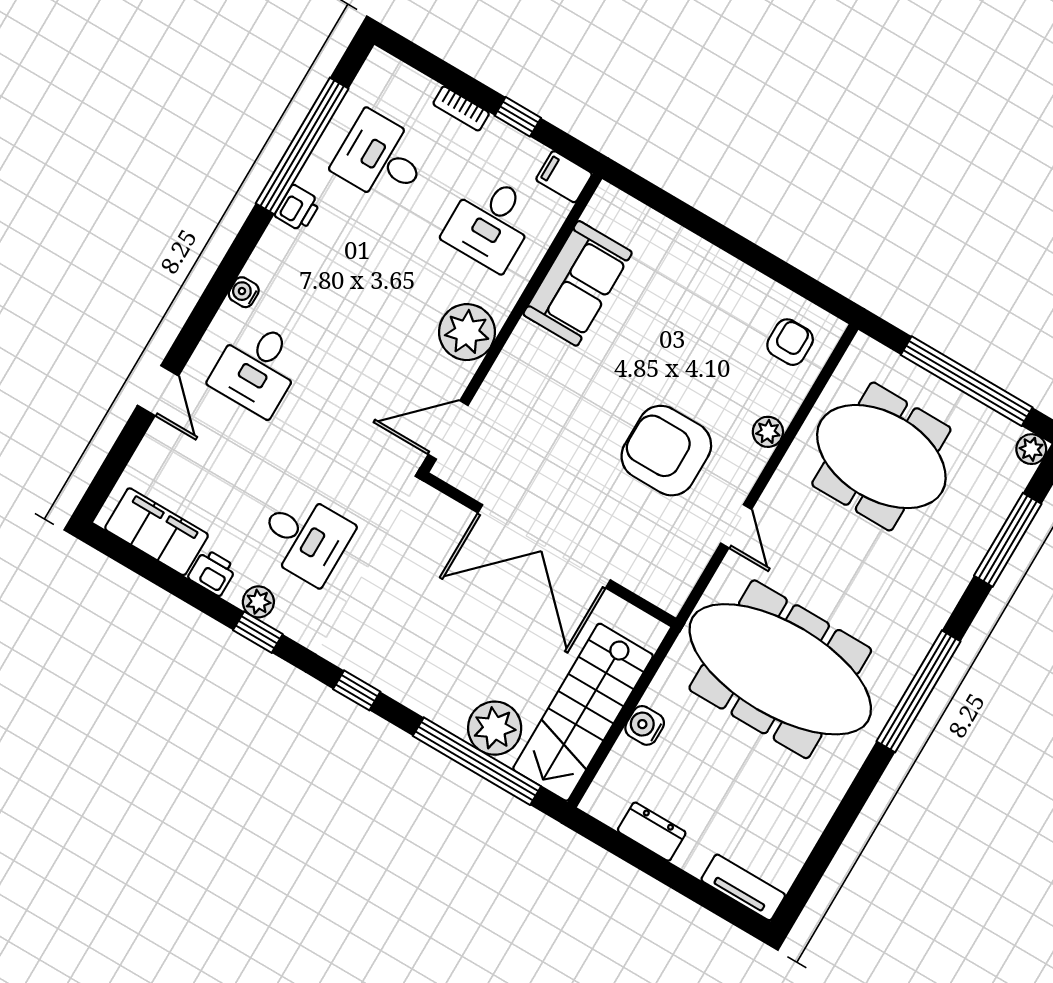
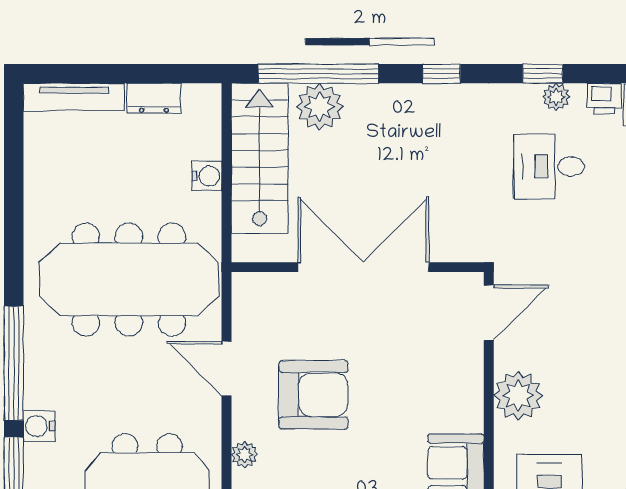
door: (736, 526) -> (226, 368), width x1.38
water cooler: (952, 578) -> (39, 426), added
window: (918, 691) -> (14, 363), moved
tv unit: (743, 887) -> (74, 97), width x1.41

